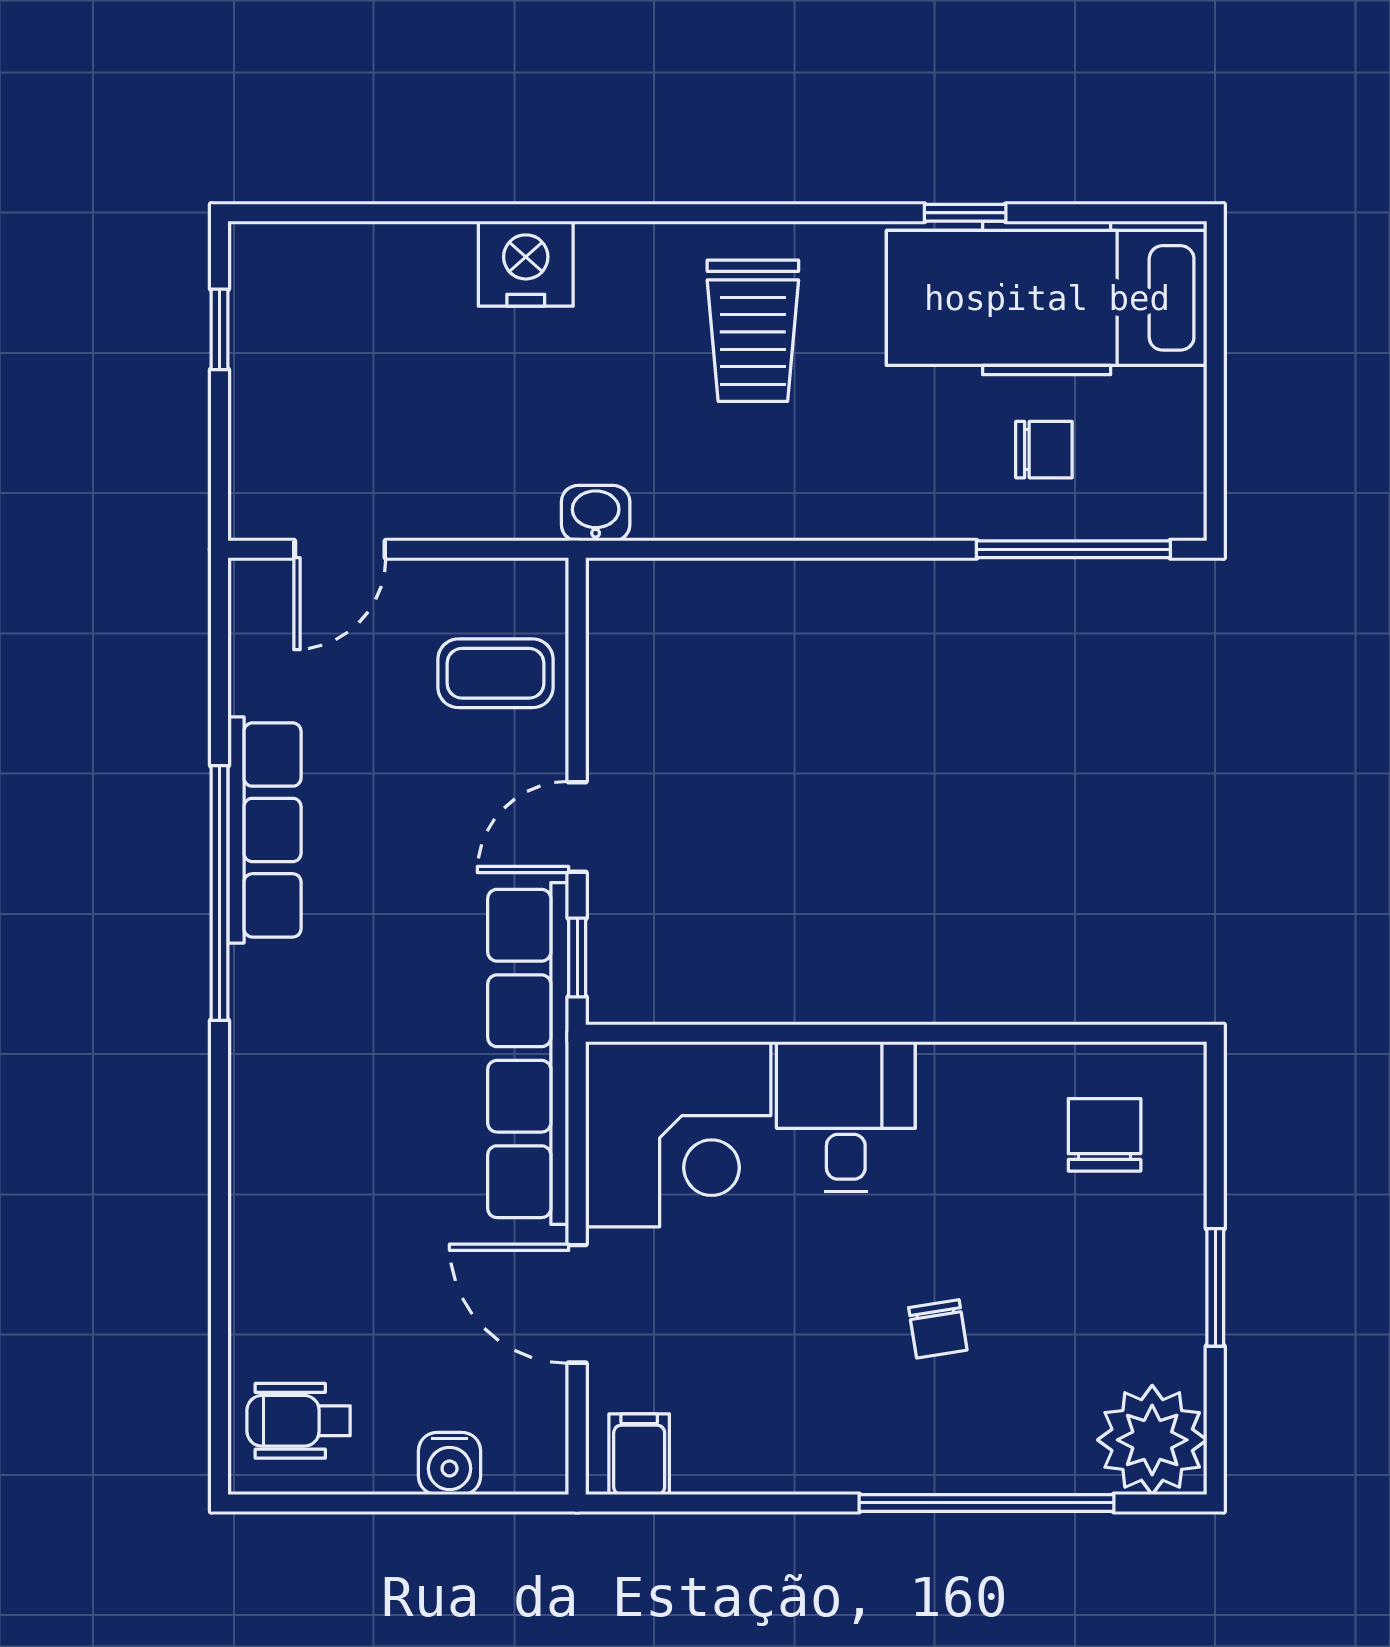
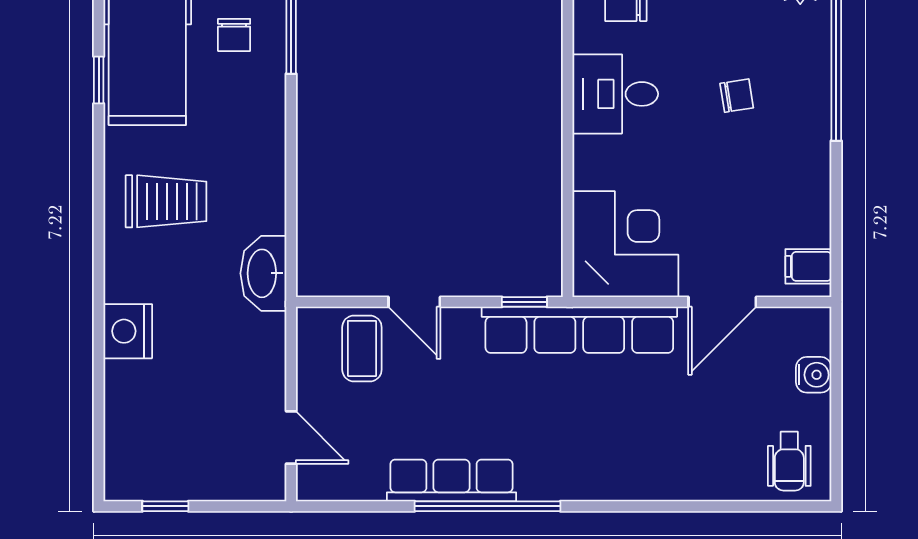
chair: (1044, 450) -> (234, 35), turned 180
washbasin: (596, 513) -> (263, 273), width x1.91, depth x1.45
door: (577, 827) -> (414, 302), moved
desk: (846, 1116) -> (615, 94), moved

